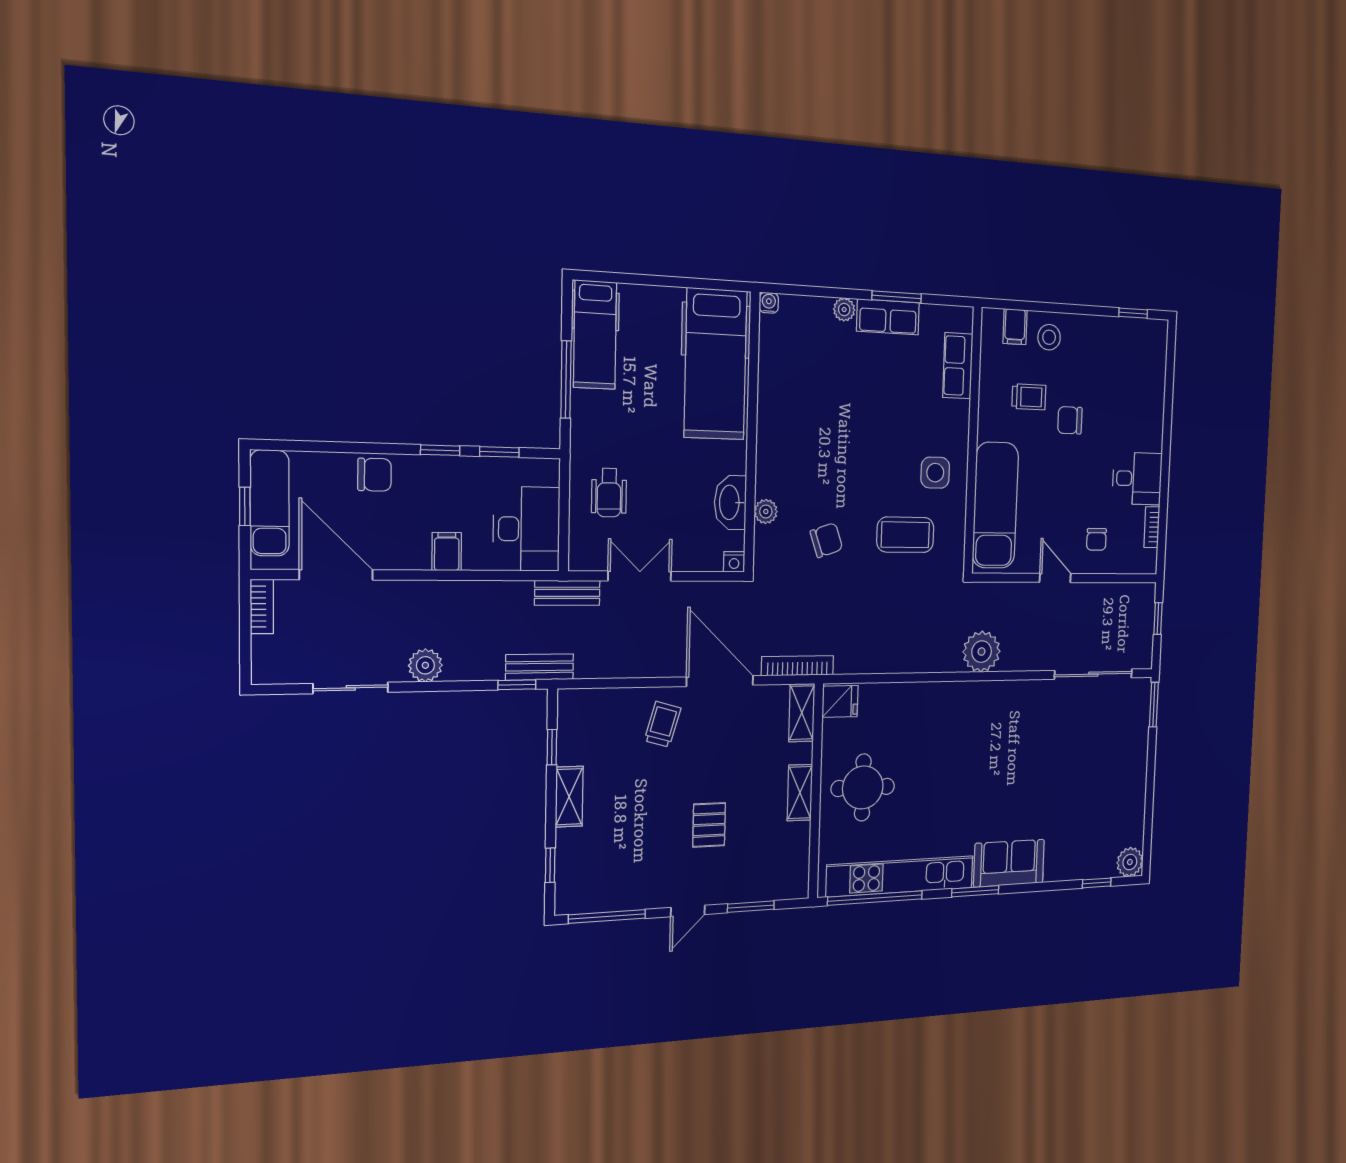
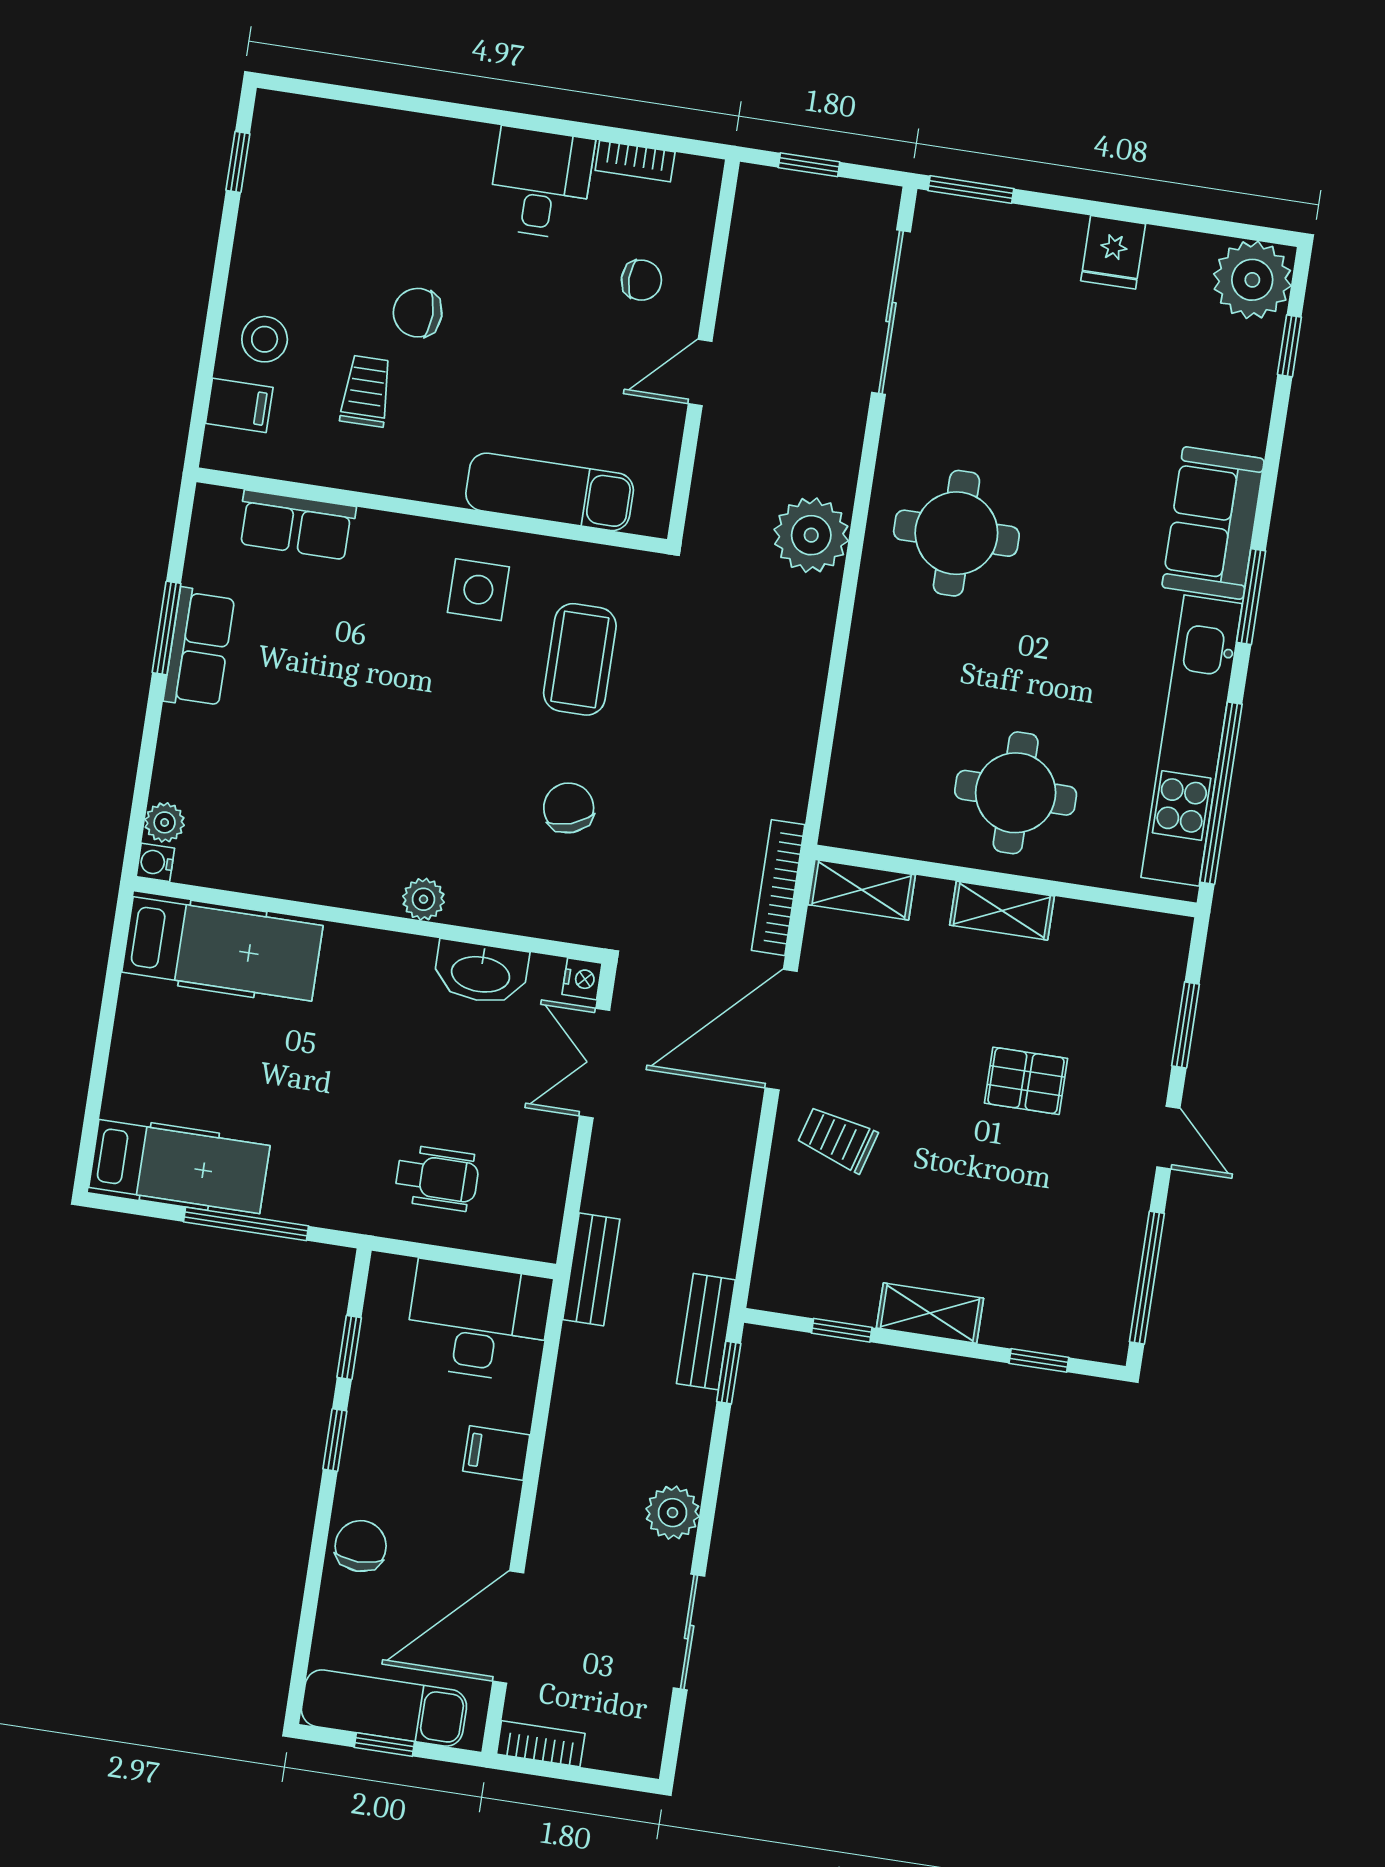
plant: (844, 310) -> (165, 822), moved
hospital bed: (715, 364) -> (222, 949), width x0.73, depth x0.78
chair: (1070, 420) -> (418, 313), turned 90
exam couch: (995, 505) -> (550, 492), width x0.73, depth x0.69
plant: (766, 512) -> (423, 899), moved
double door: (640, 576) -> (594, 1063), moved
fridge: (840, 701) -> (1113, 252), moved, turned 180
round table: (990, 729) -> (956, 533), added
plant: (1130, 862) -> (1252, 280), width x1.36, depth x1.36

